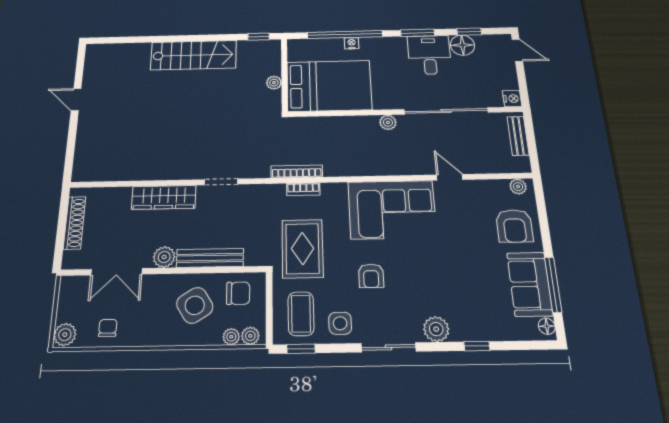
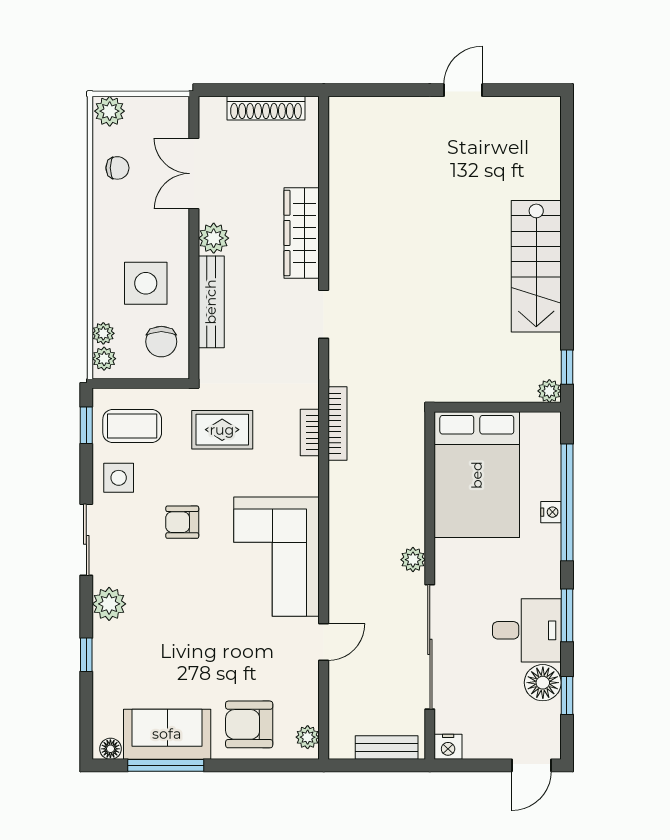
plant: (274, 83) -> (549, 391), moved
rug: (302, 249) -> (222, 430), width x0.73, depth x0.70
side table: (195, 305) -> (146, 283), turned 32

